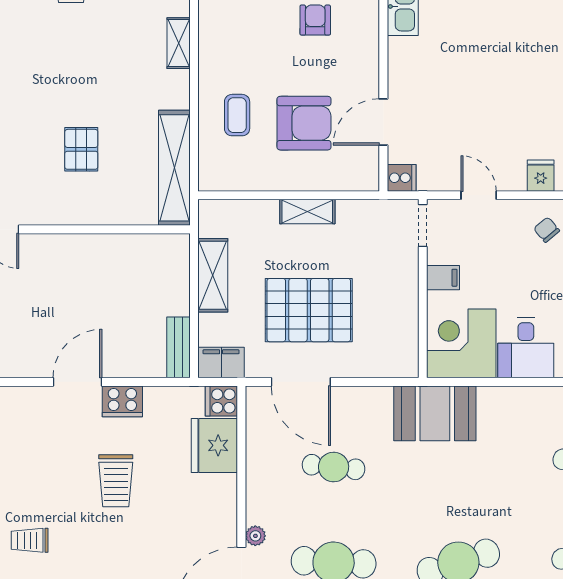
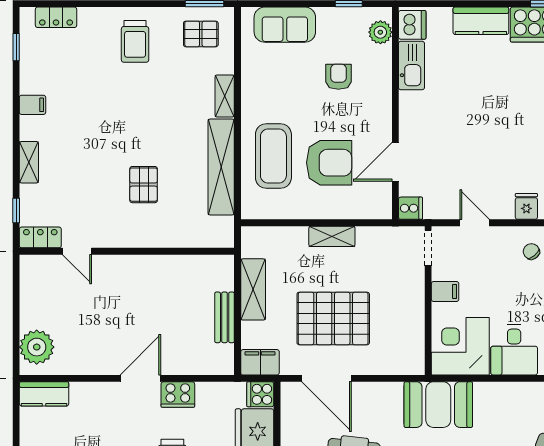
coffee table: (237, 115) -> (273, 156), width x1.86, depth x1.72
shelving: (174, 168) -> (221, 167), moved
bench: (178, 347) -> (225, 317), moved

